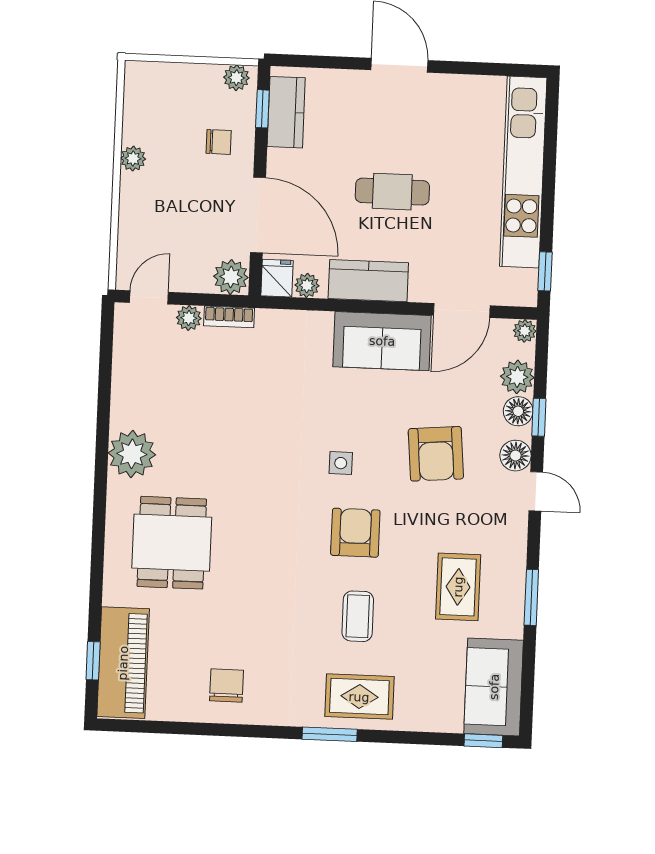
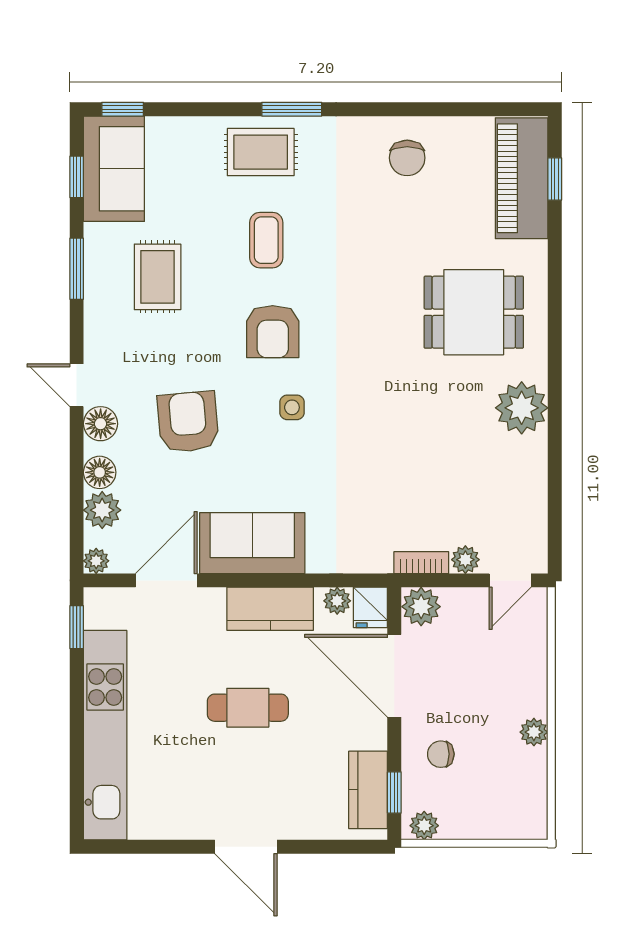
window: (539, 417) -> (77, 177), moved
dining table: (172, 543) -> (474, 312), turned 90

